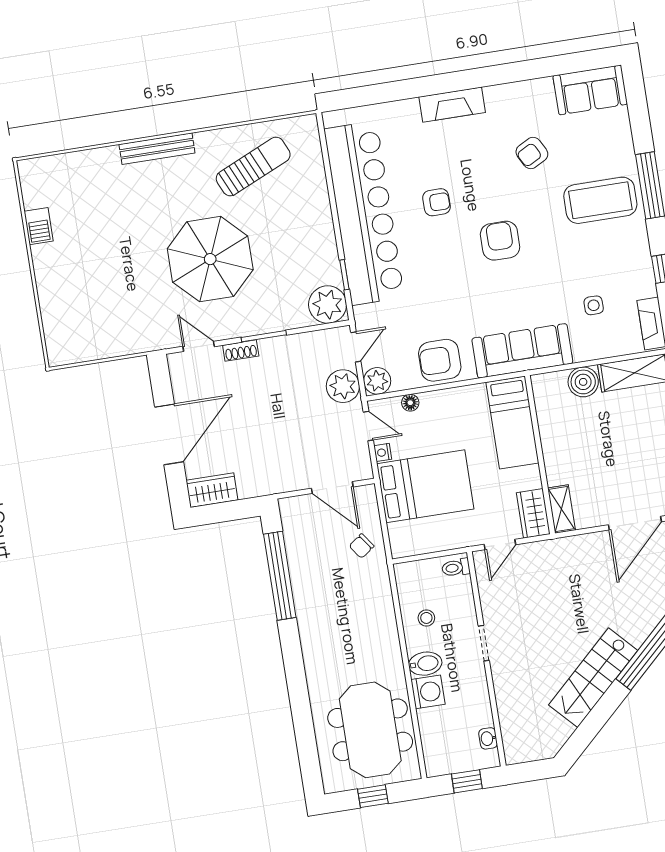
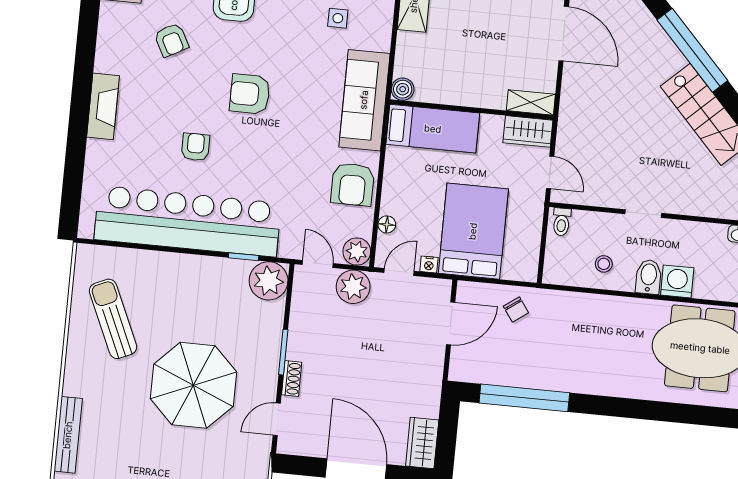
bench: (157, 149) -> (68, 435), moved
boiler: (583, 382) -> (403, 89), moved, width x0.73, depth x0.73

